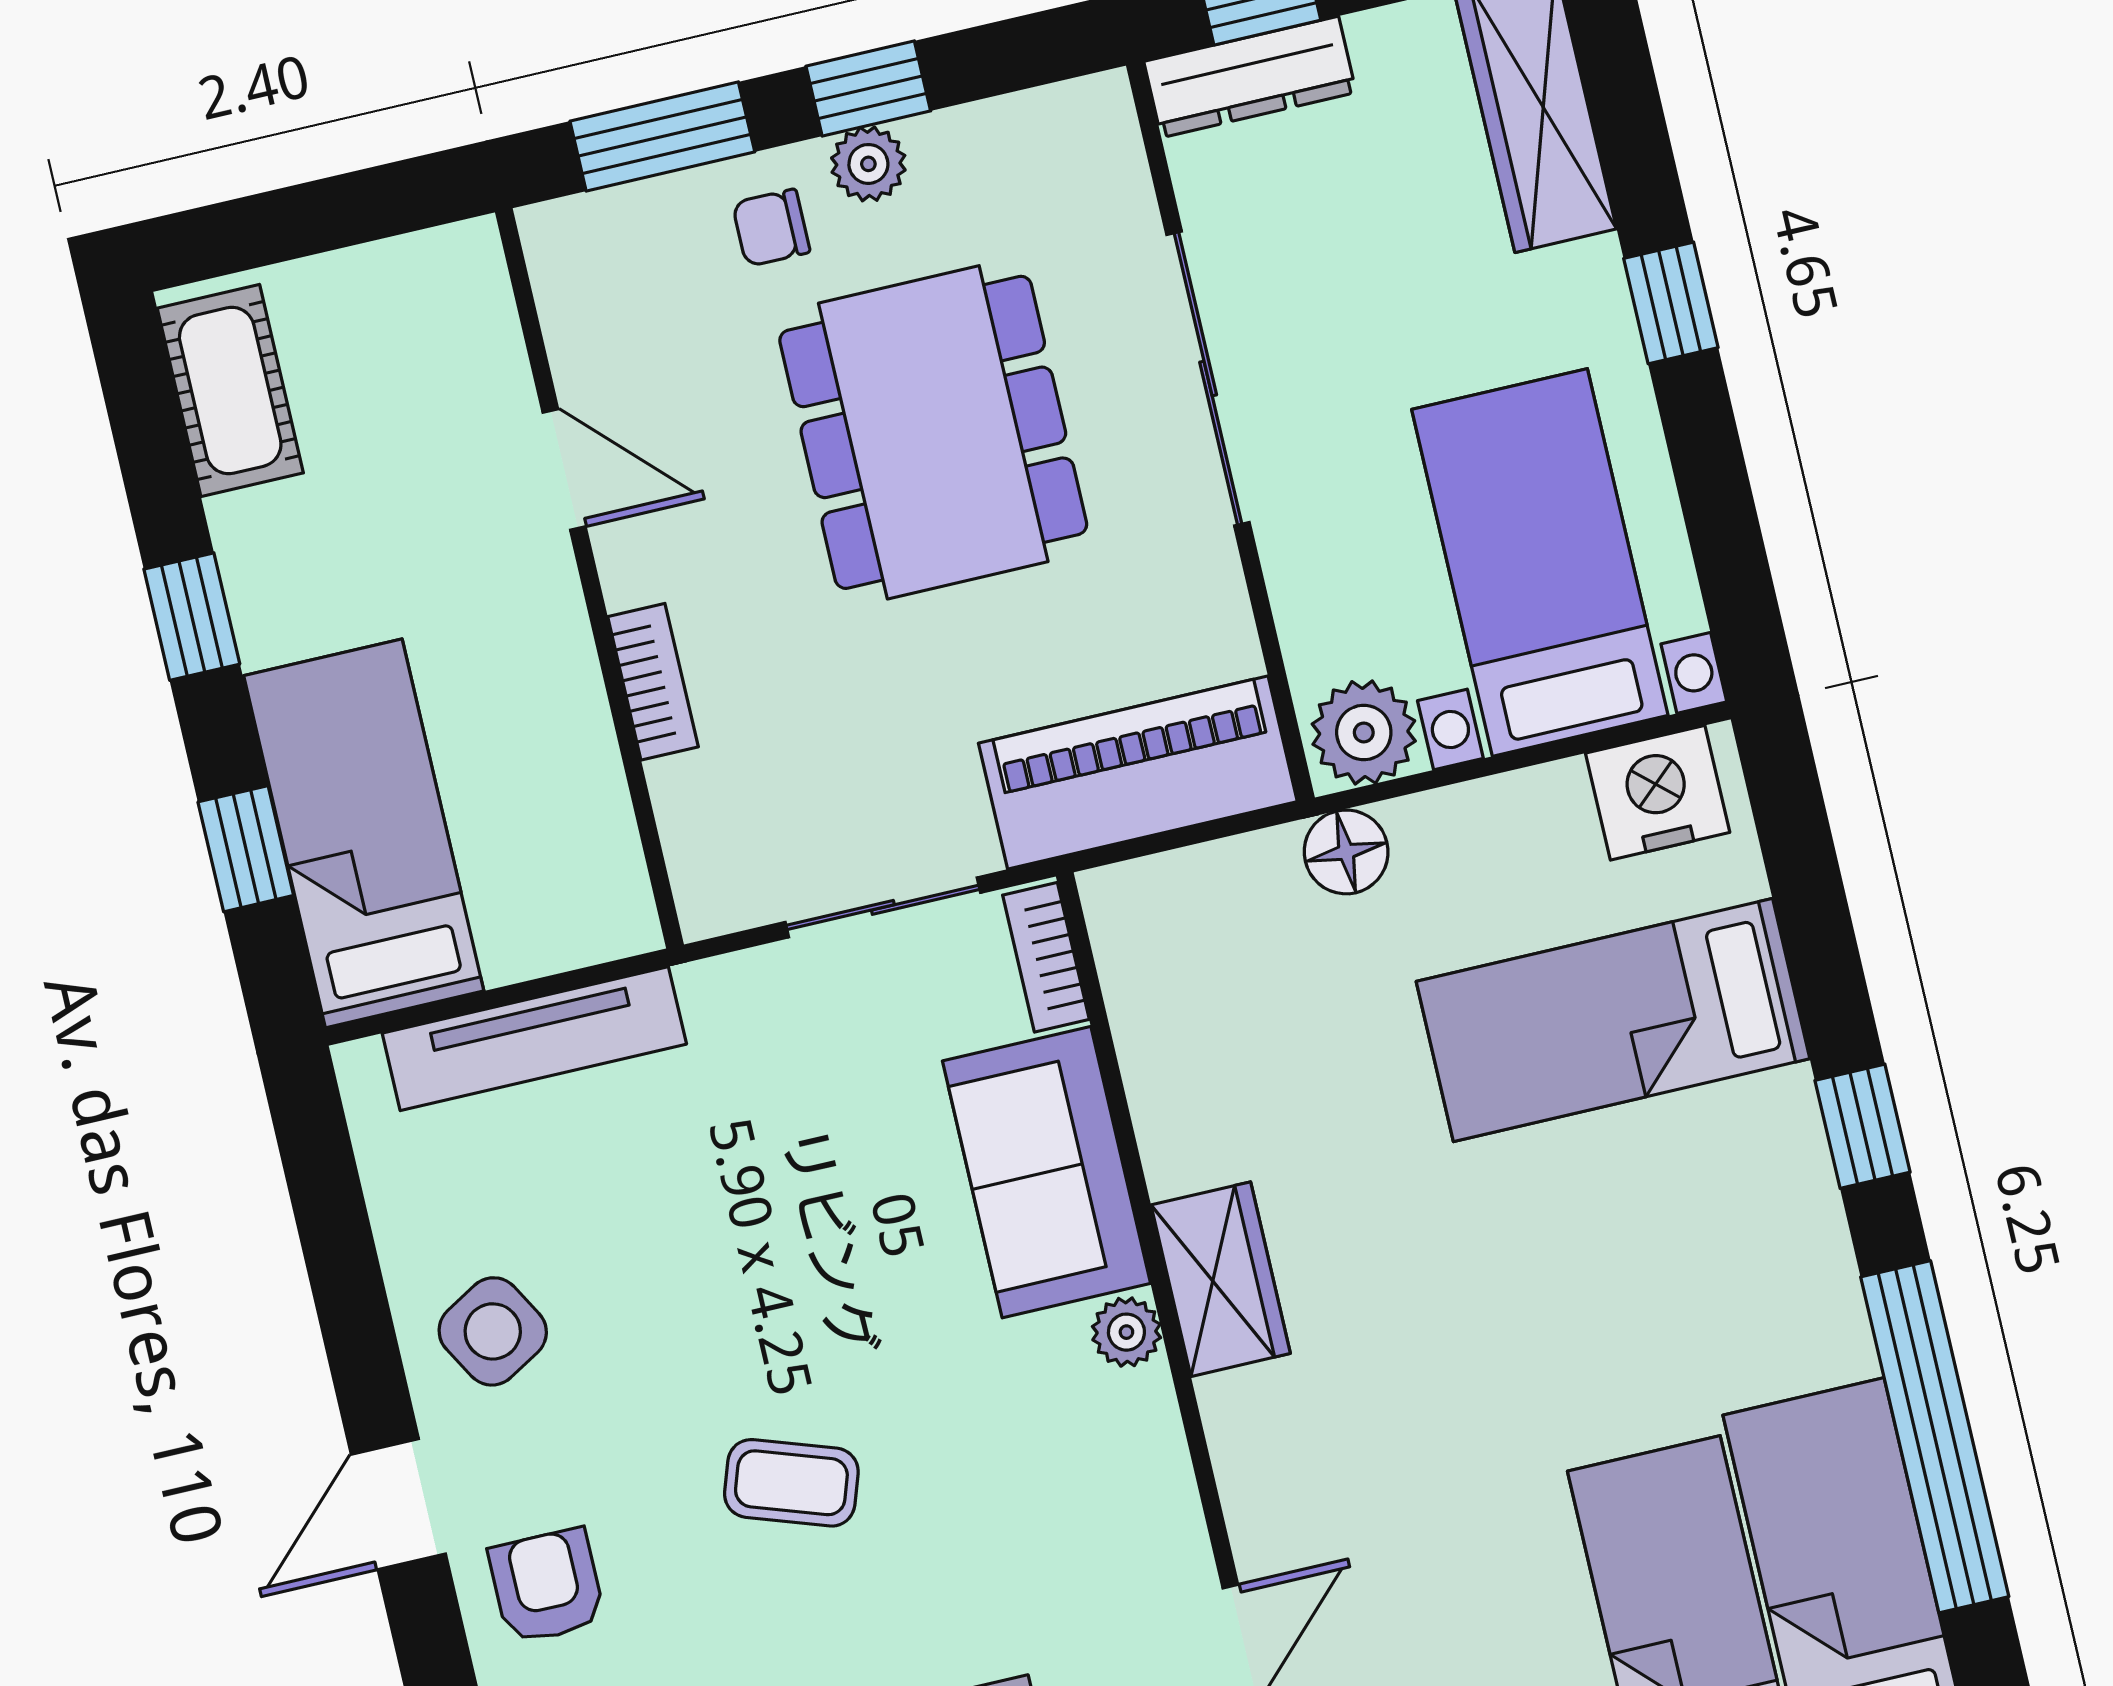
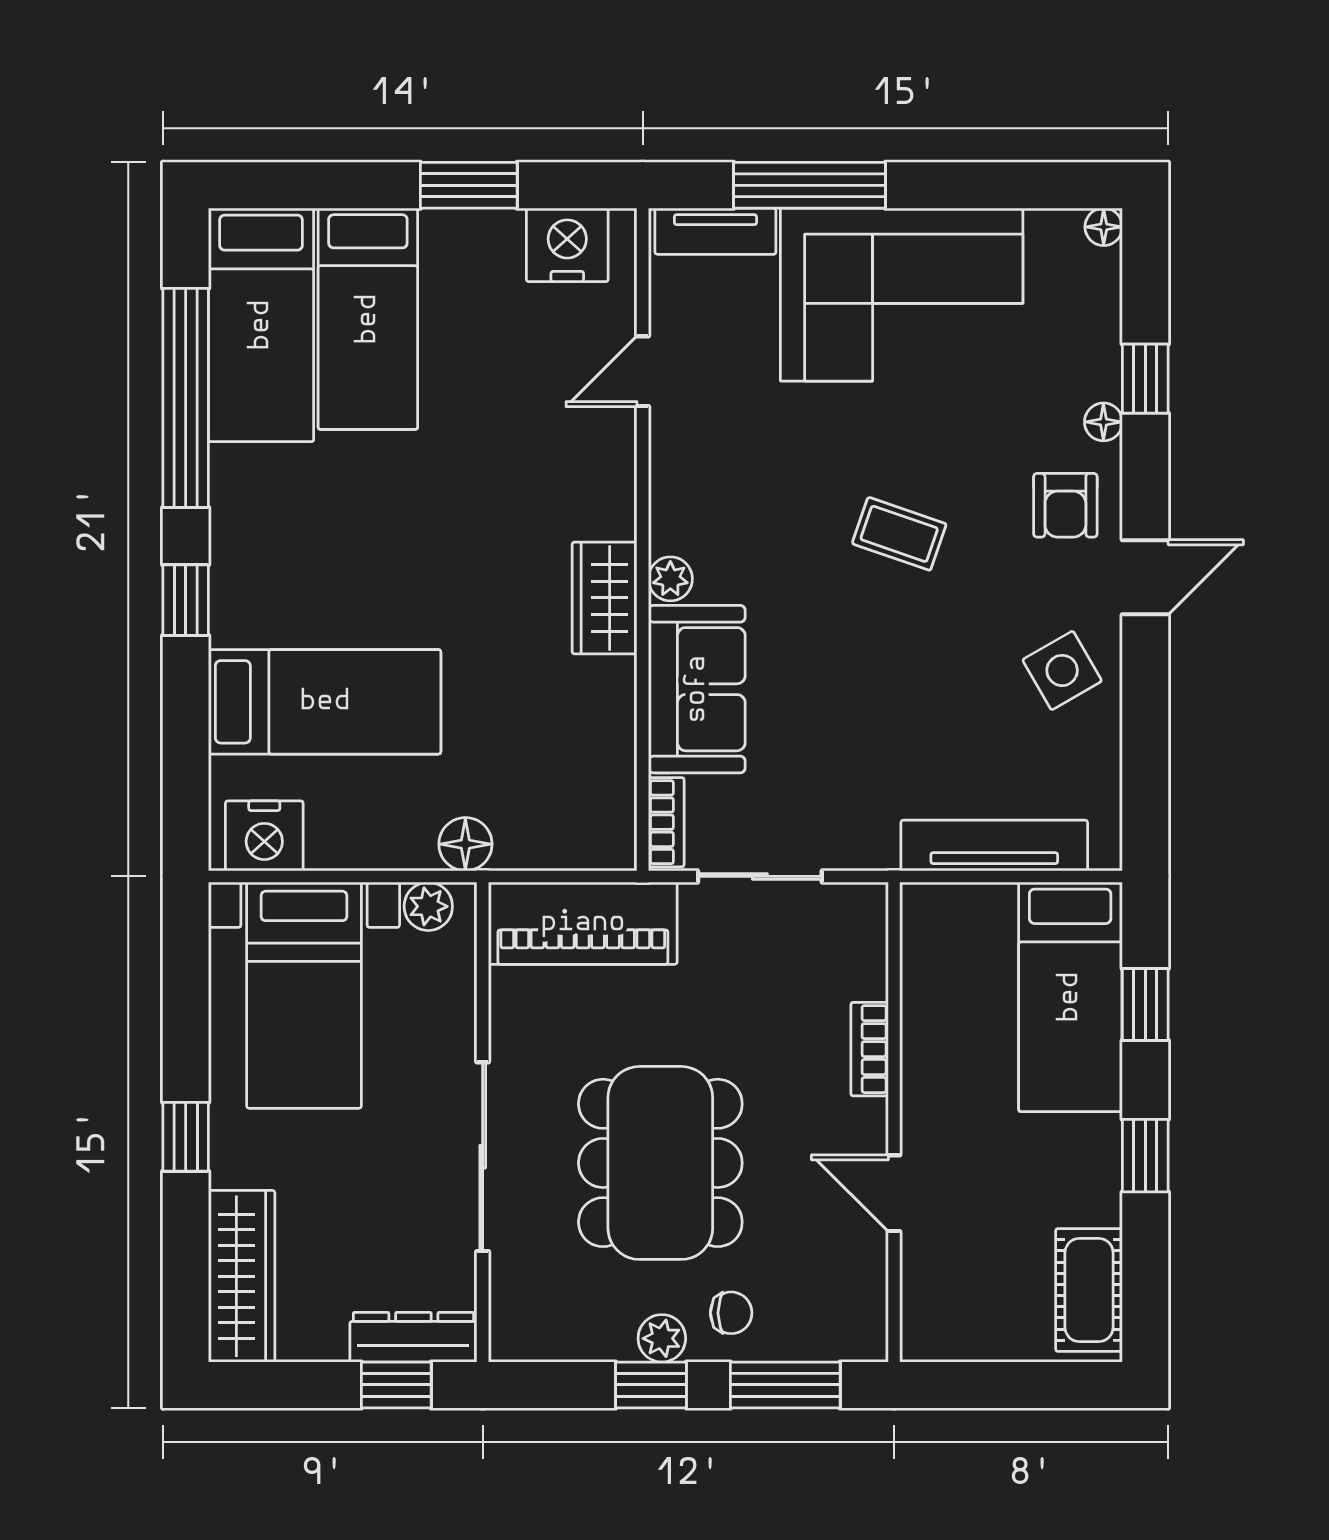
plant: (1364, 732) -> (428, 906), width x0.73, depth x0.73

